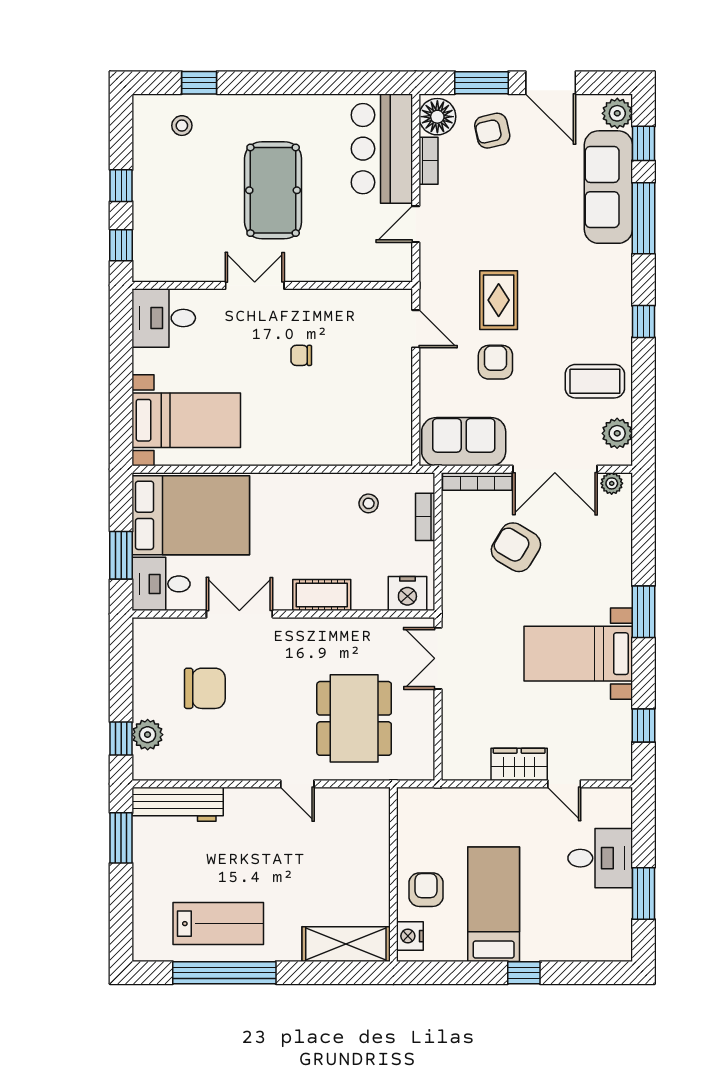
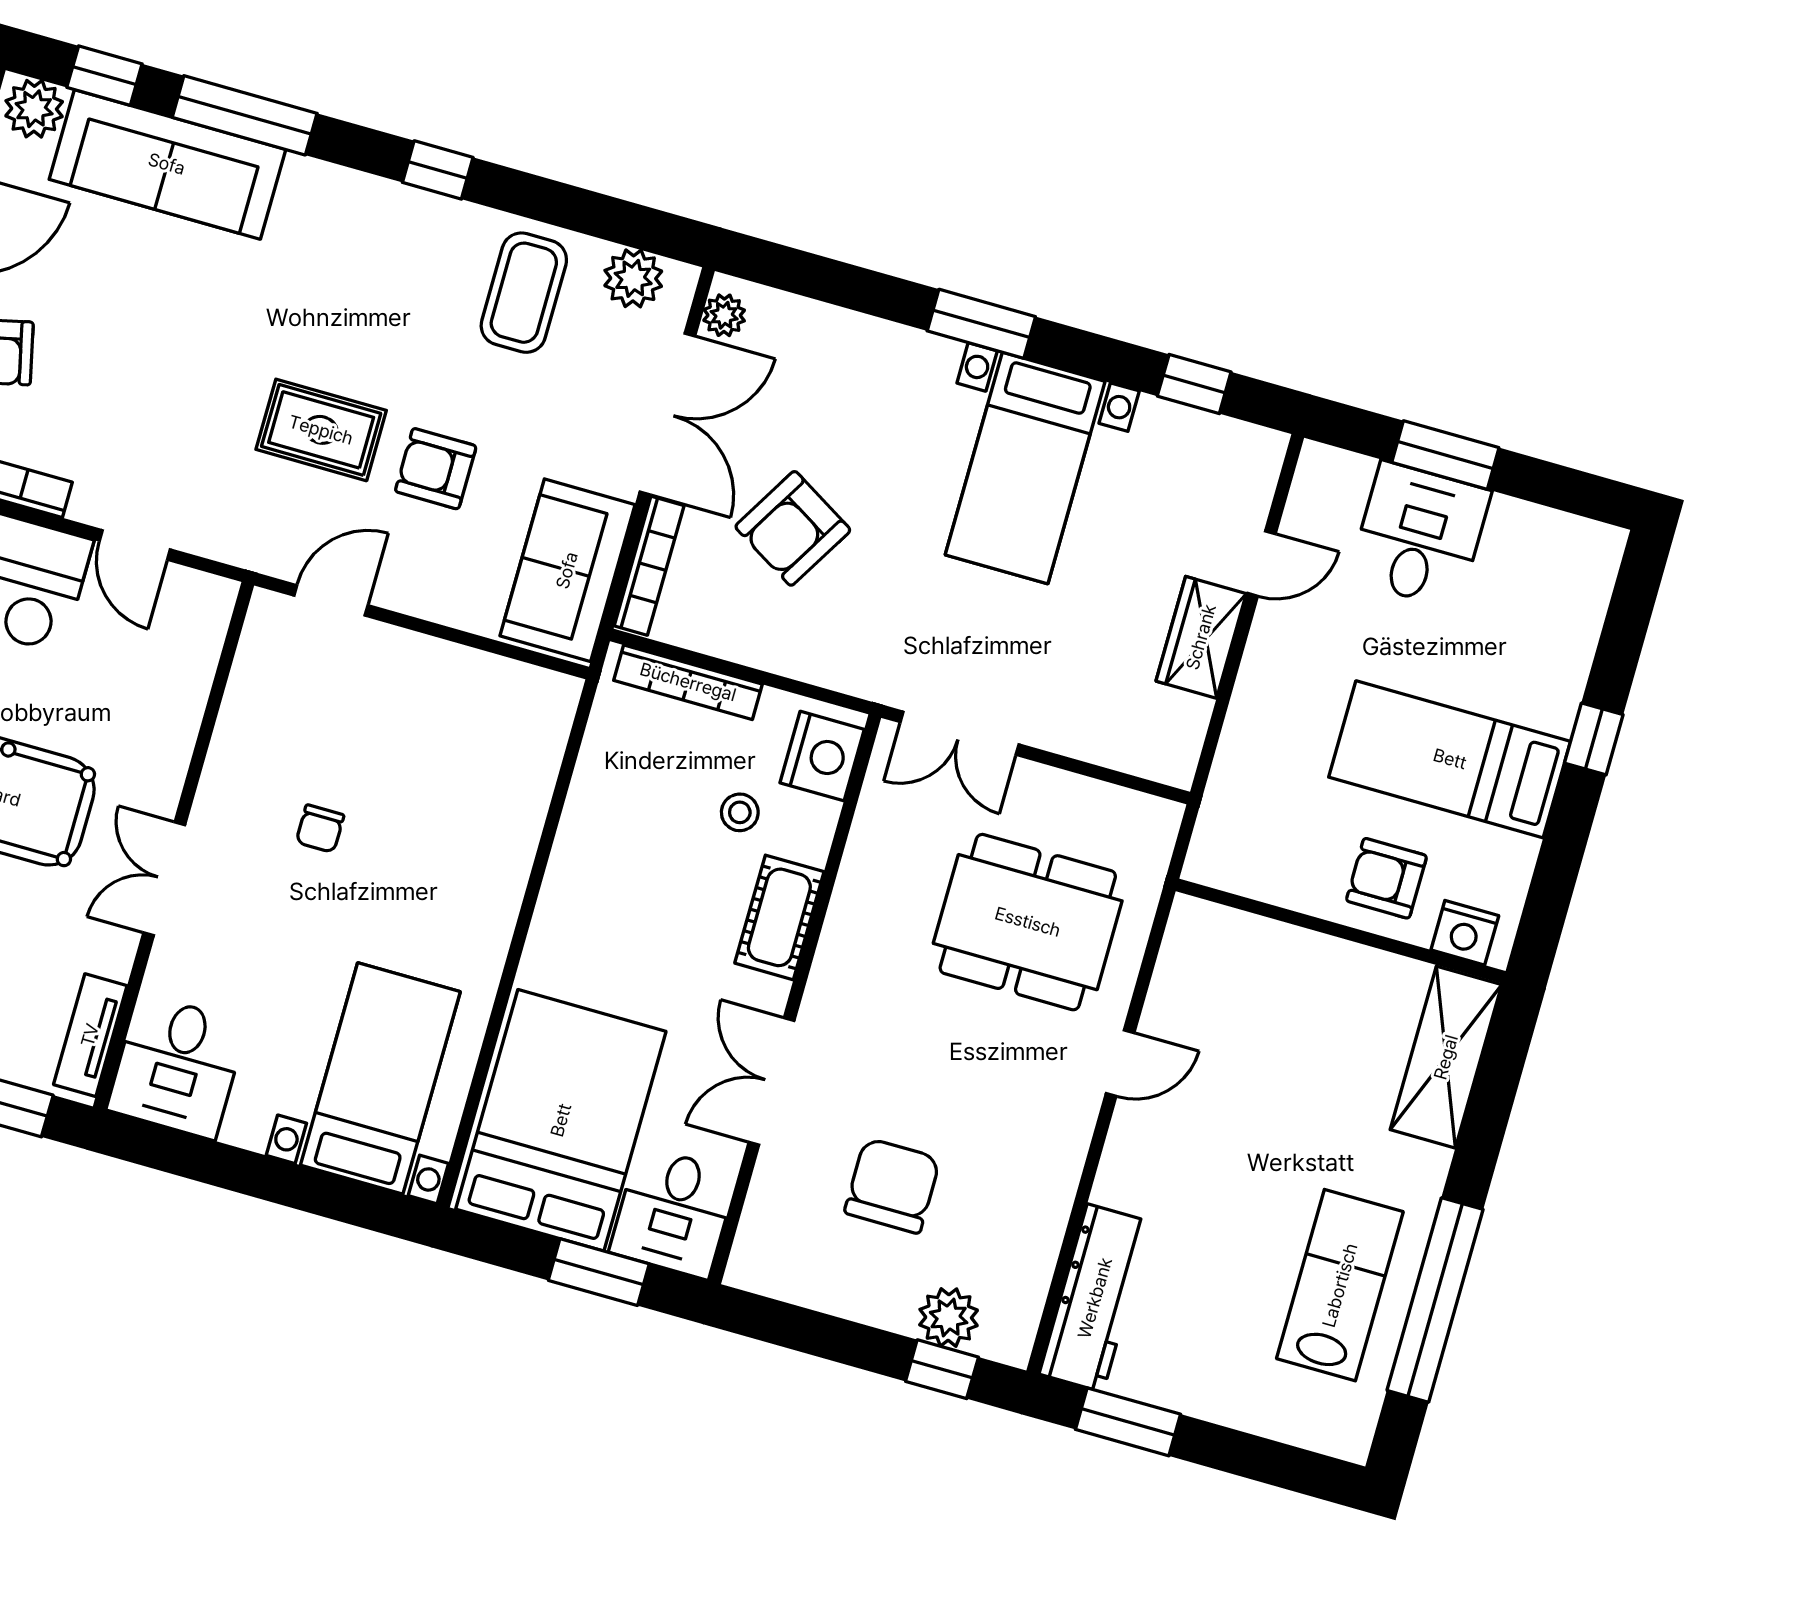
tv unit: (167, 271) -> (90, 1035), added
stool: (369, 503) -> (740, 812), moved
bookcase: (425, 517) -> (688, 682), width x1.56
window: (643, 893) -> (1445, 455), moved

